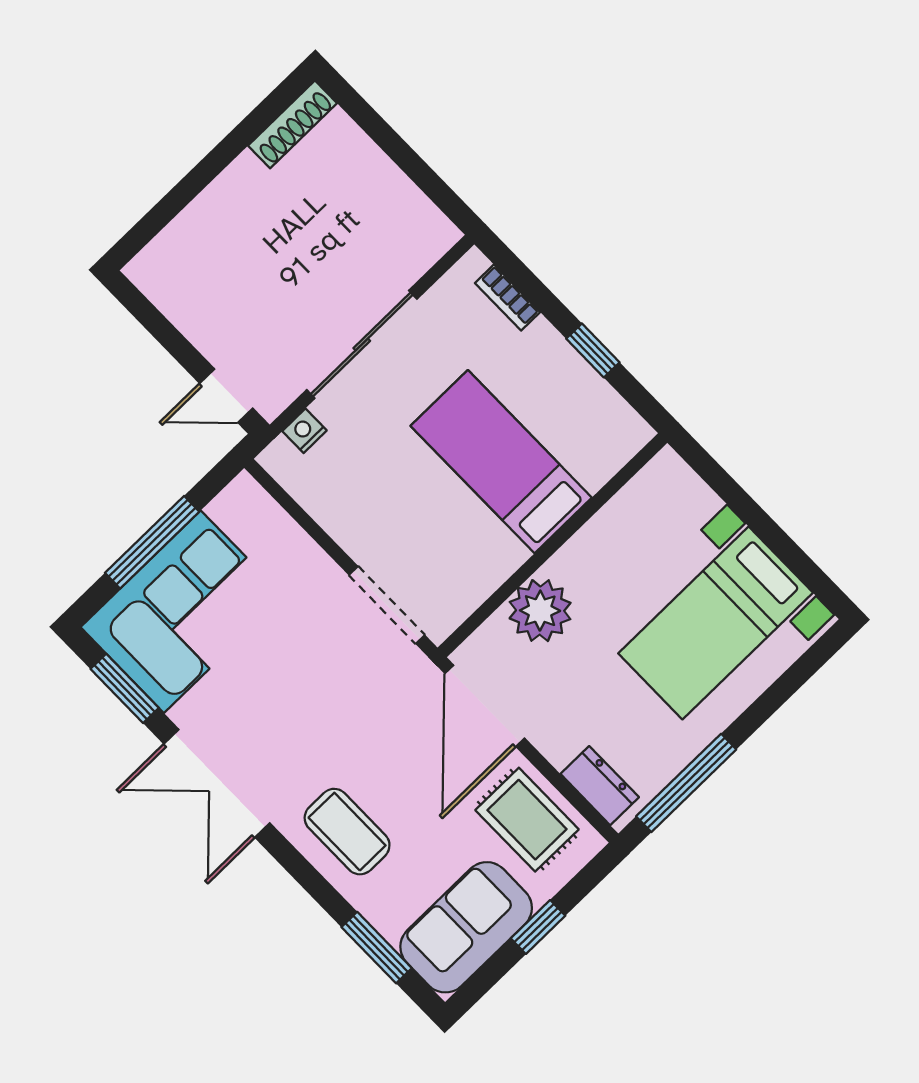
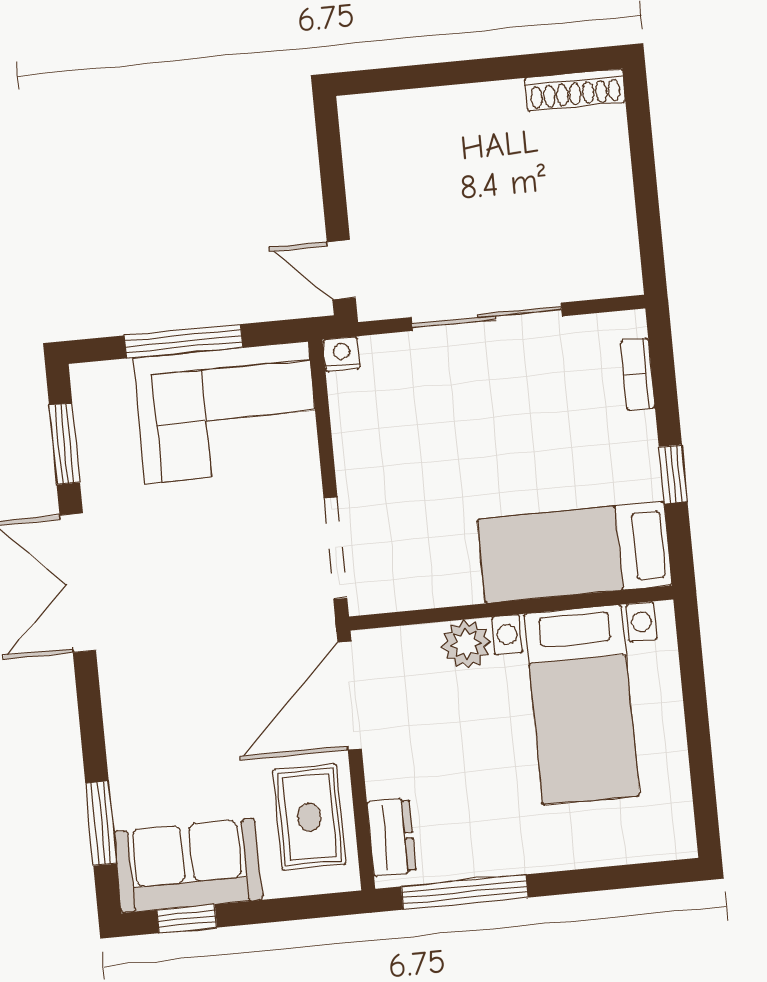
nightstand: (304, 431) -> (342, 354), moved
bed: (501, 462) -> (575, 552), moved, turned -90
plant: (540, 611) -> (466, 644), width x0.73, depth x0.73
corner sofa: (182, 612) -> (226, 412), moved
bed with nightstands: (716, 623) -> (582, 705), moved, turned -90
coffee table: (347, 832) -> (153, 708), removed
window: (538, 927) -> (187, 919), moved

